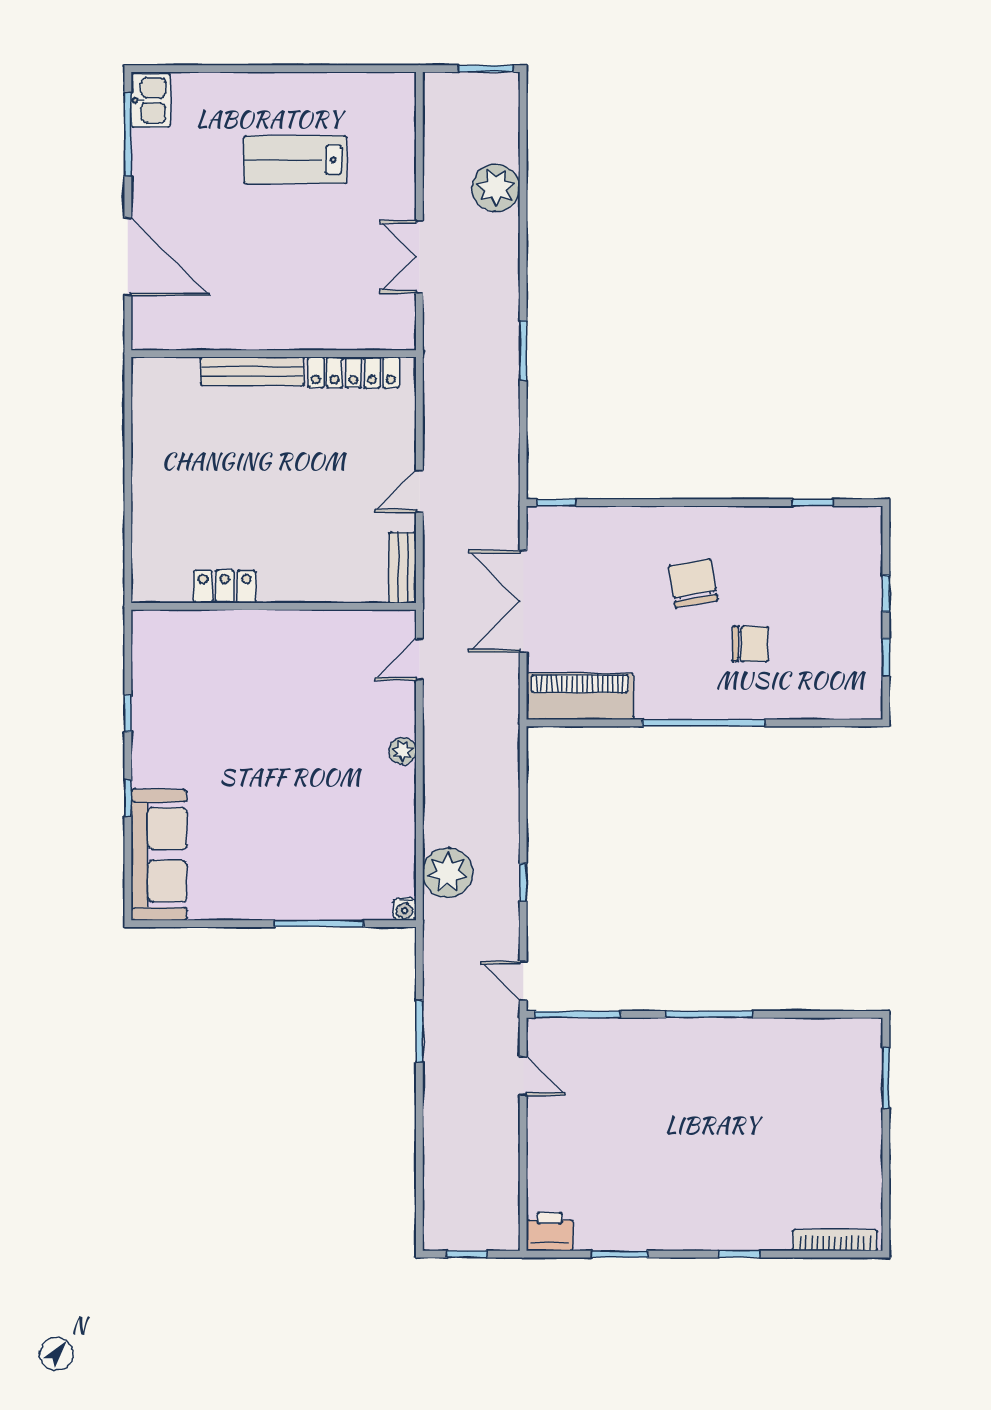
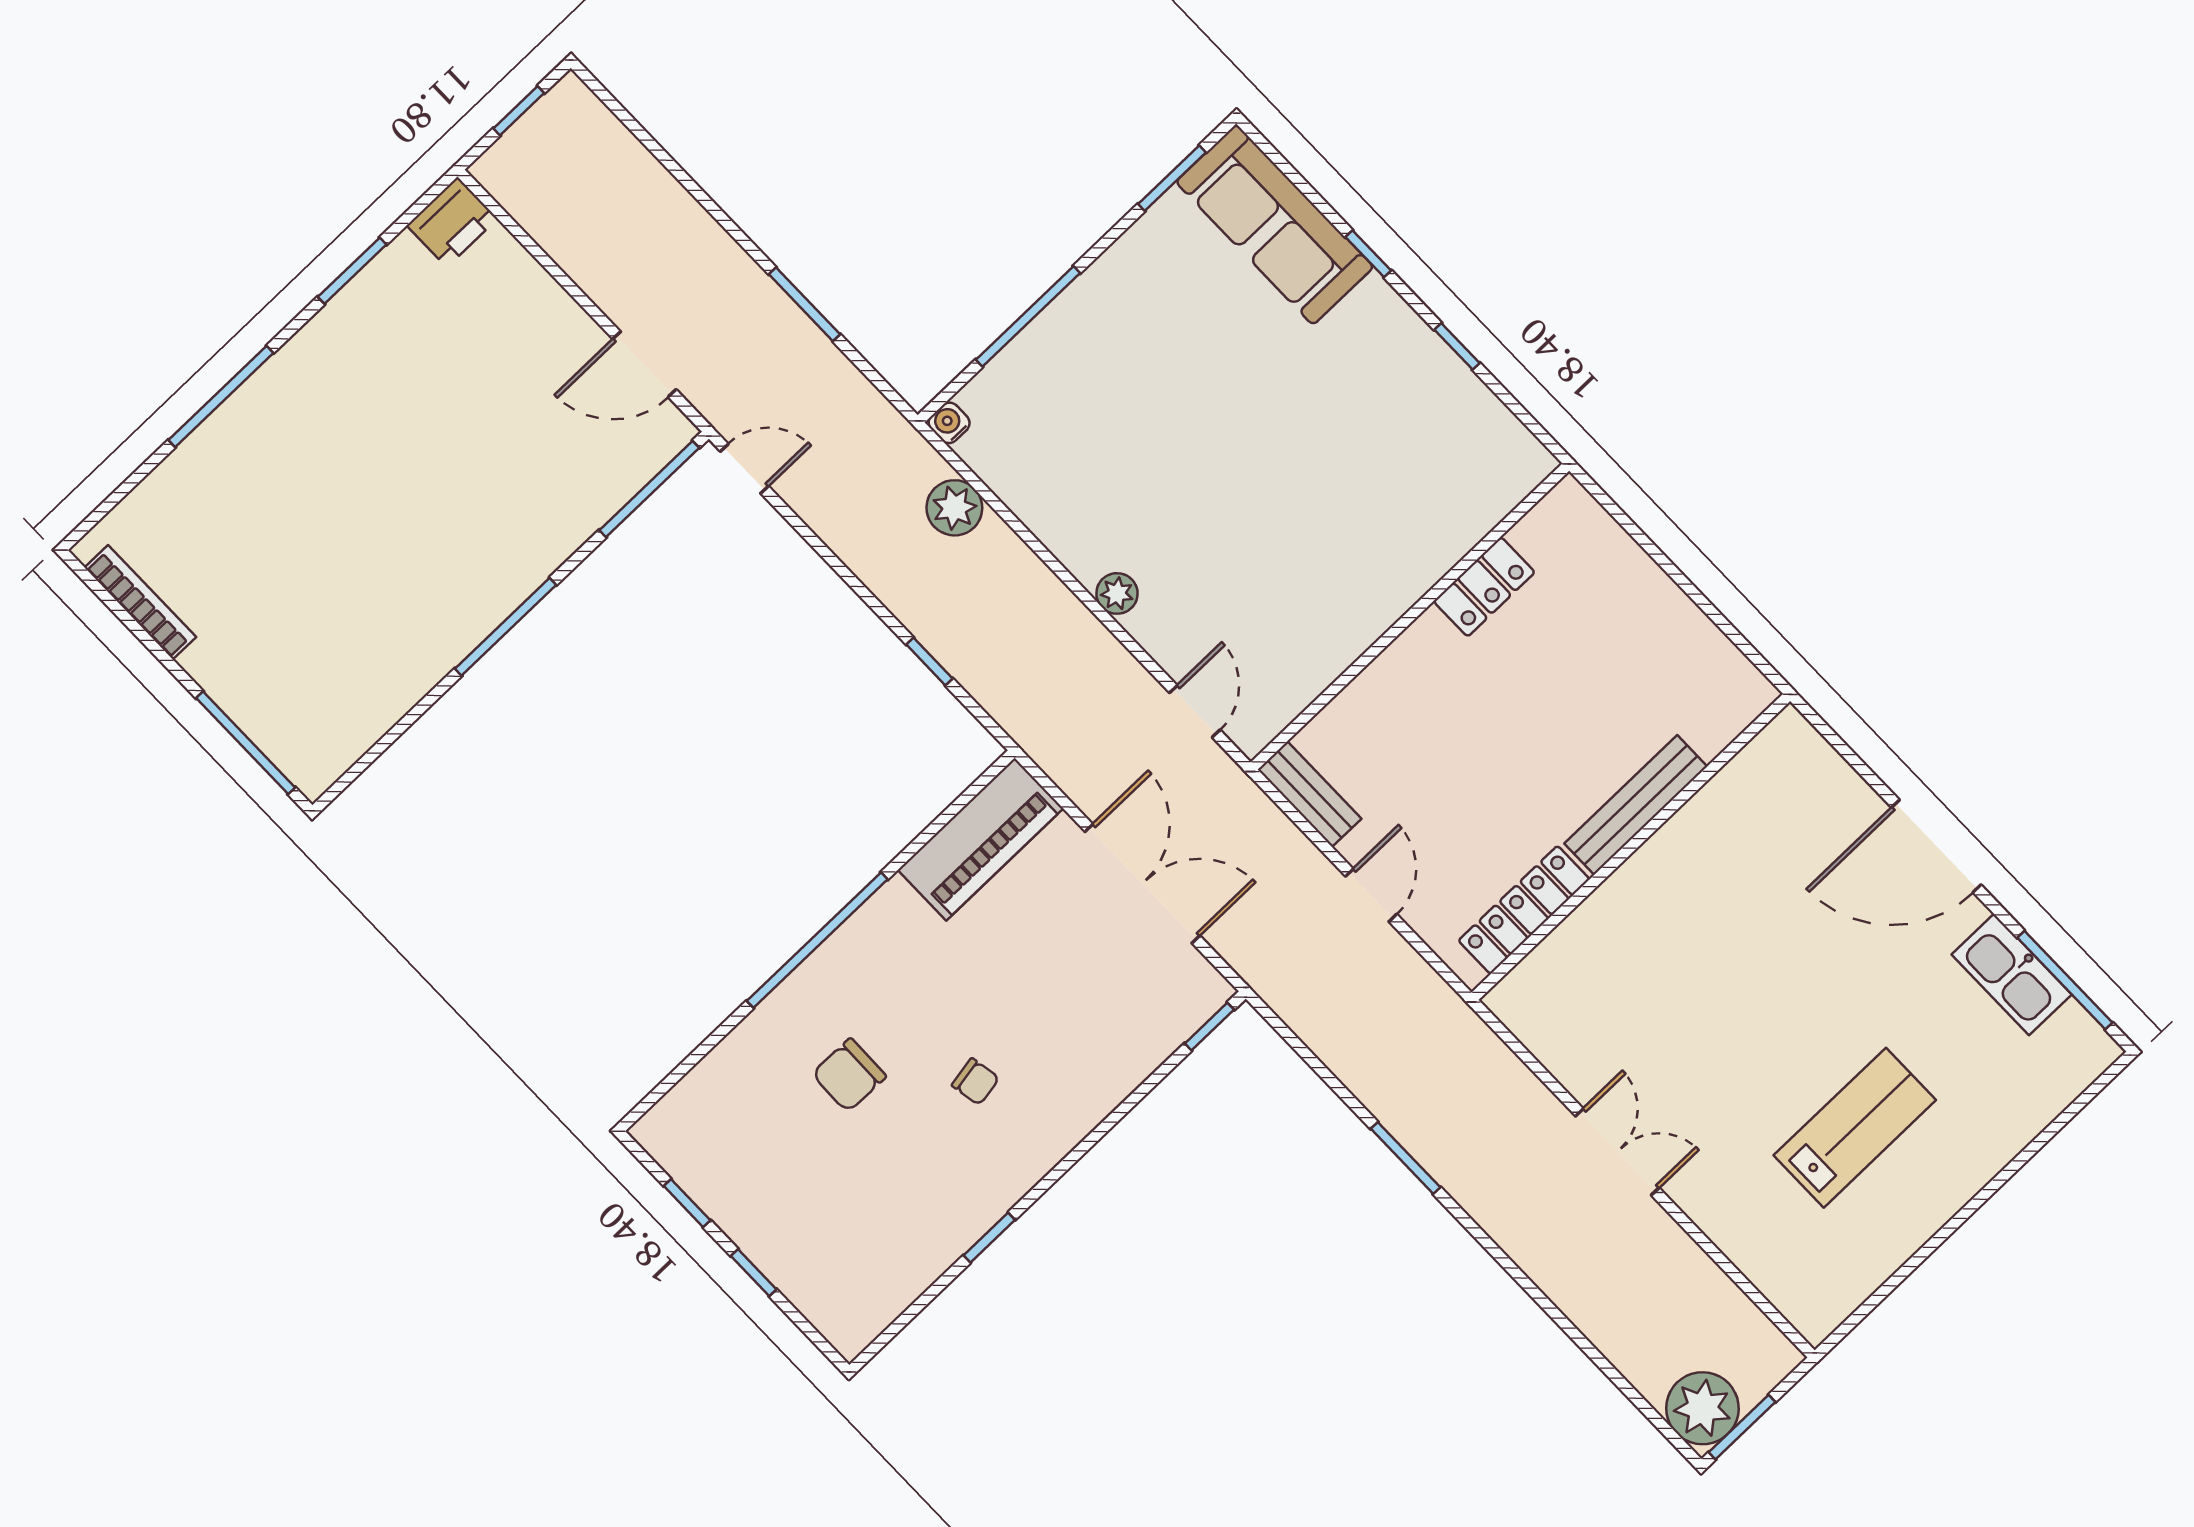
kitchen sink: (151, 100) -> (2012, 974), moved, width x1.38
plant: (496, 188) -> (1702, 1408), moved
wall: (274, 354) -> (1631, 847), moved
bench: (252, 371) -> (1636, 805), moved
locker: (353, 372) -> (1524, 910), moved
window: (813, 503) -> (989, 1238), moved
chair: (693, 583) -> (975, 1082), width x0.54, depth x0.54
plant: (448, 873) -> (954, 508), width x0.73, depth x0.73
window: (523, 882) -> (929, 662), moved
window: (187, 924) -> (1172, 178), added
door: (523, 1076) -> (644, 364), width x1.38
window: (886, 1078) -> (246, 743), width x1.44
bookcase: (835, 1240) -> (140, 602), moved, turned -90
window: (739, 1254) -> (221, 397), width x2.17

